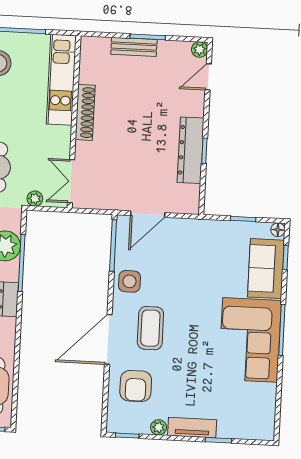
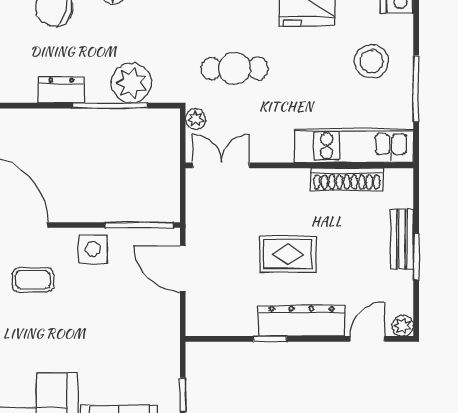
door: (208, 77) -> (367, 339), hinge flipped
shoe rack: (85, 112) -> (347, 179), moved
rug: (141, 134) -> (288, 254), added
dresser: (191, 150) -> (302, 321), moved
coffee table: (150, 328) -> (33, 280), width x0.73, depth x0.77

